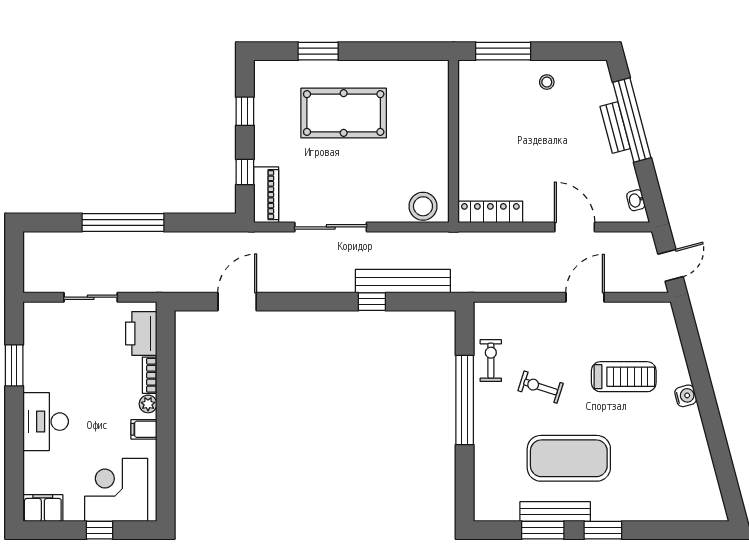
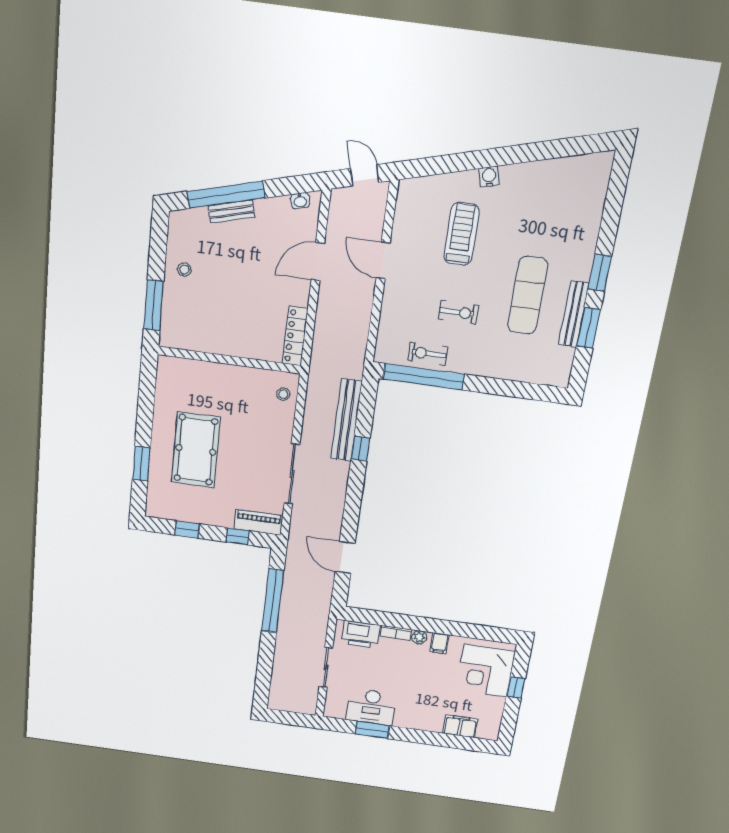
stool: (423, 206) -> (283, 394), width x0.53, depth x0.53
window: (123, 223) -> (273, 601), moved
exercise bike: (541, 387) -> (458, 312), turned -108
window: (465, 400) -> (424, 377), moved
desk: (46, 422) -> (371, 707), moved
exercise mat: (569, 458) -> (528, 295), width x0.68
filing cabinet: (43, 508) -> (460, 726), moved, turned 90

